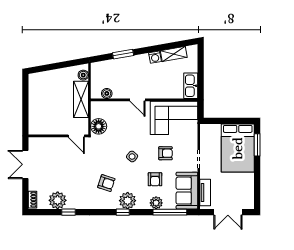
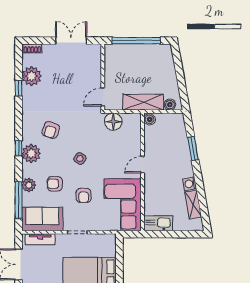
boiler: (107, 93) -> (150, 119), moved
window: (25, 106) -> (136, 41), added

